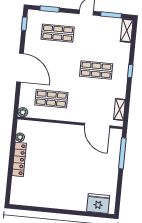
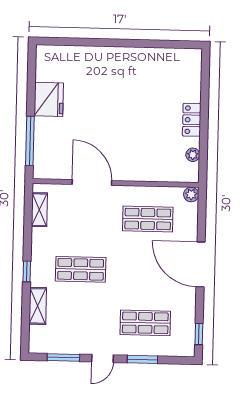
window: (49, 9) -> (142, 359), moved
shelving: (127, 30) -> (38, 306), moved
door: (97, 125) -> (92, 182), moved
locker: (19, 159) -> (192, 120), width x0.66
fridge: (98, 203) -> (49, 99), moved, turned -90

